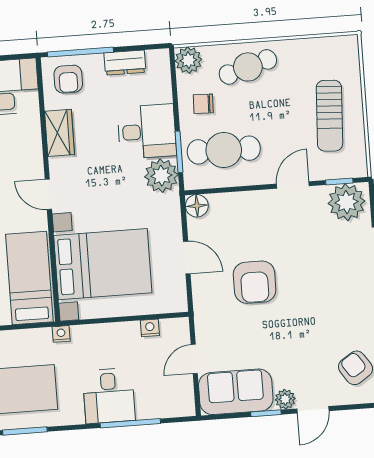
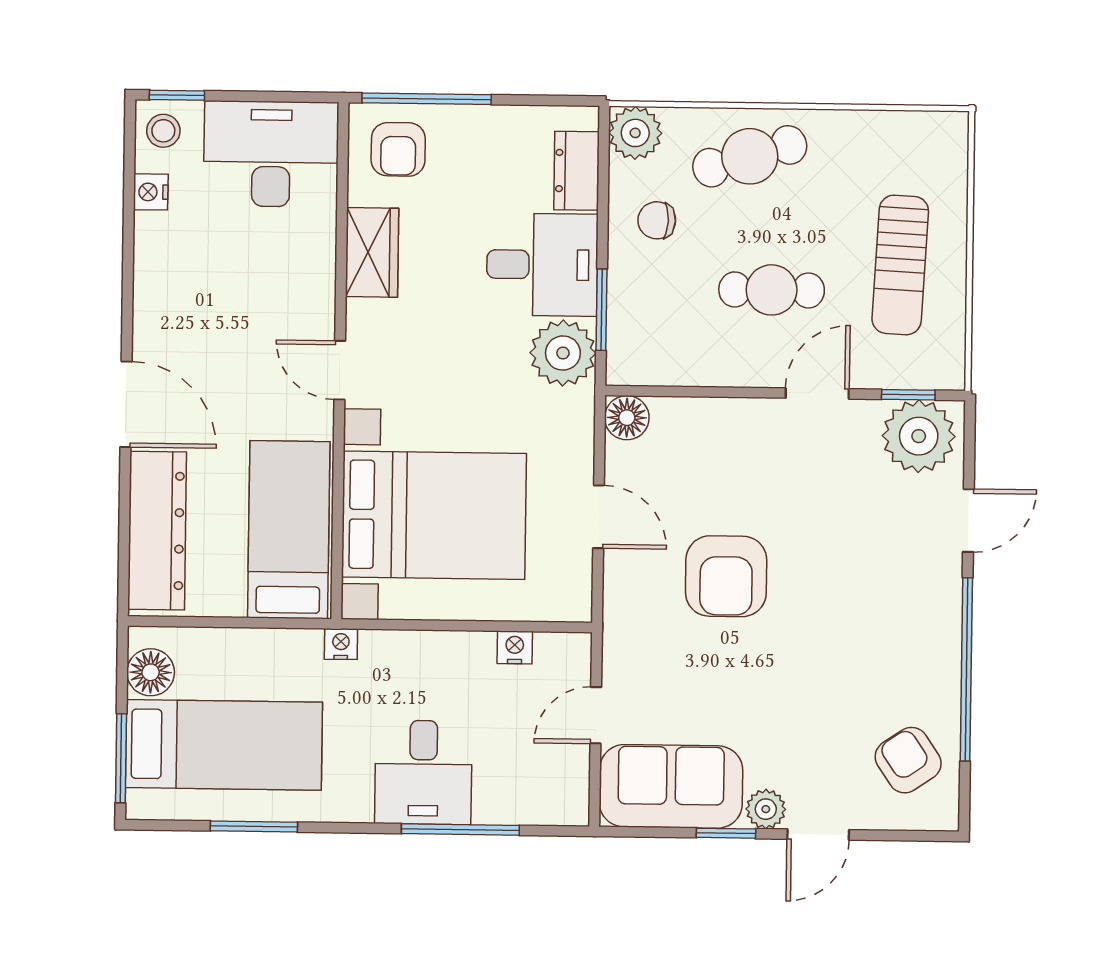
dresser: (125, 63) -> (576, 171), moved, turned 90
cafe table: (224, 150) -> (772, 290), moved, width x0.73, depth x0.74

